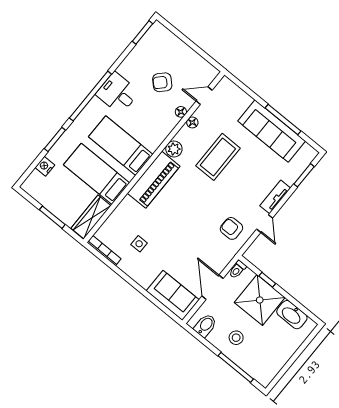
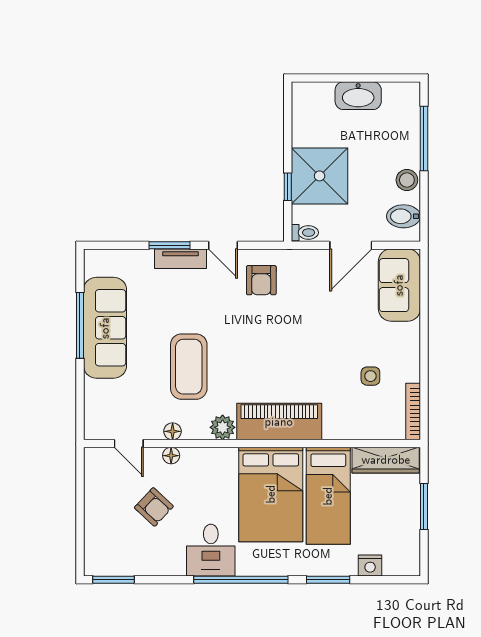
bed: (121, 146) -> (271, 494), width x1.50
coffee table: (218, 157) -> (189, 367), turned 90
window: (304, 175) -> (169, 245), moved
door: (265, 224) -> (223, 245), swing flipped
washbasin: (292, 315) -> (358, 96), moved, turned 90
stool: (236, 338) -> (407, 180), moved

